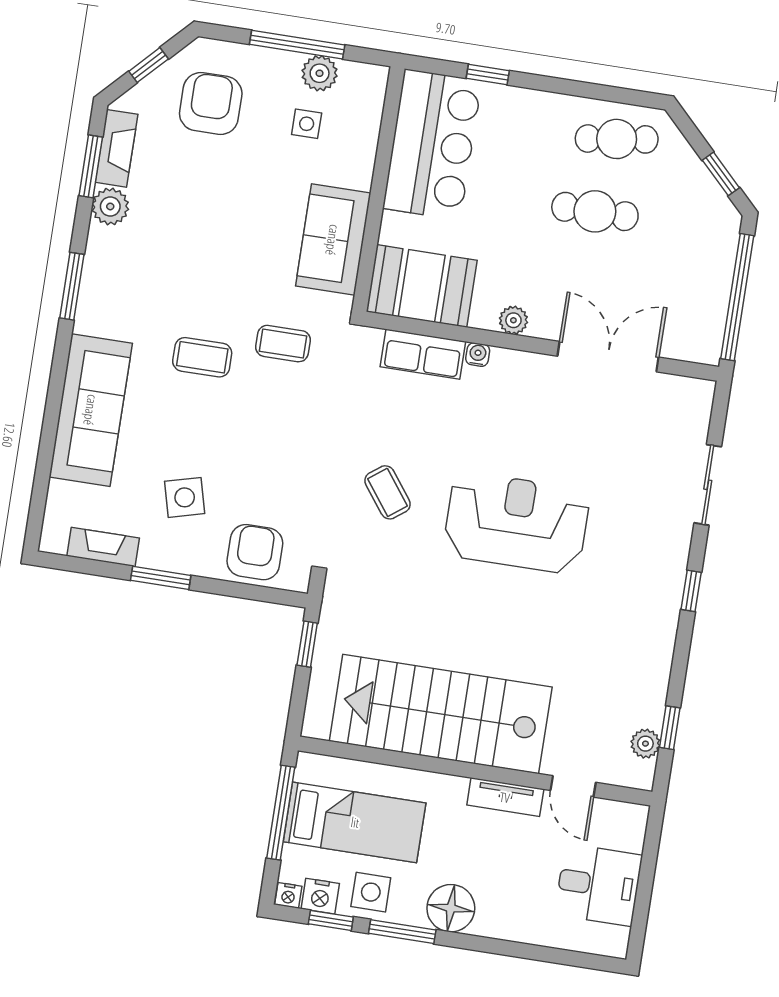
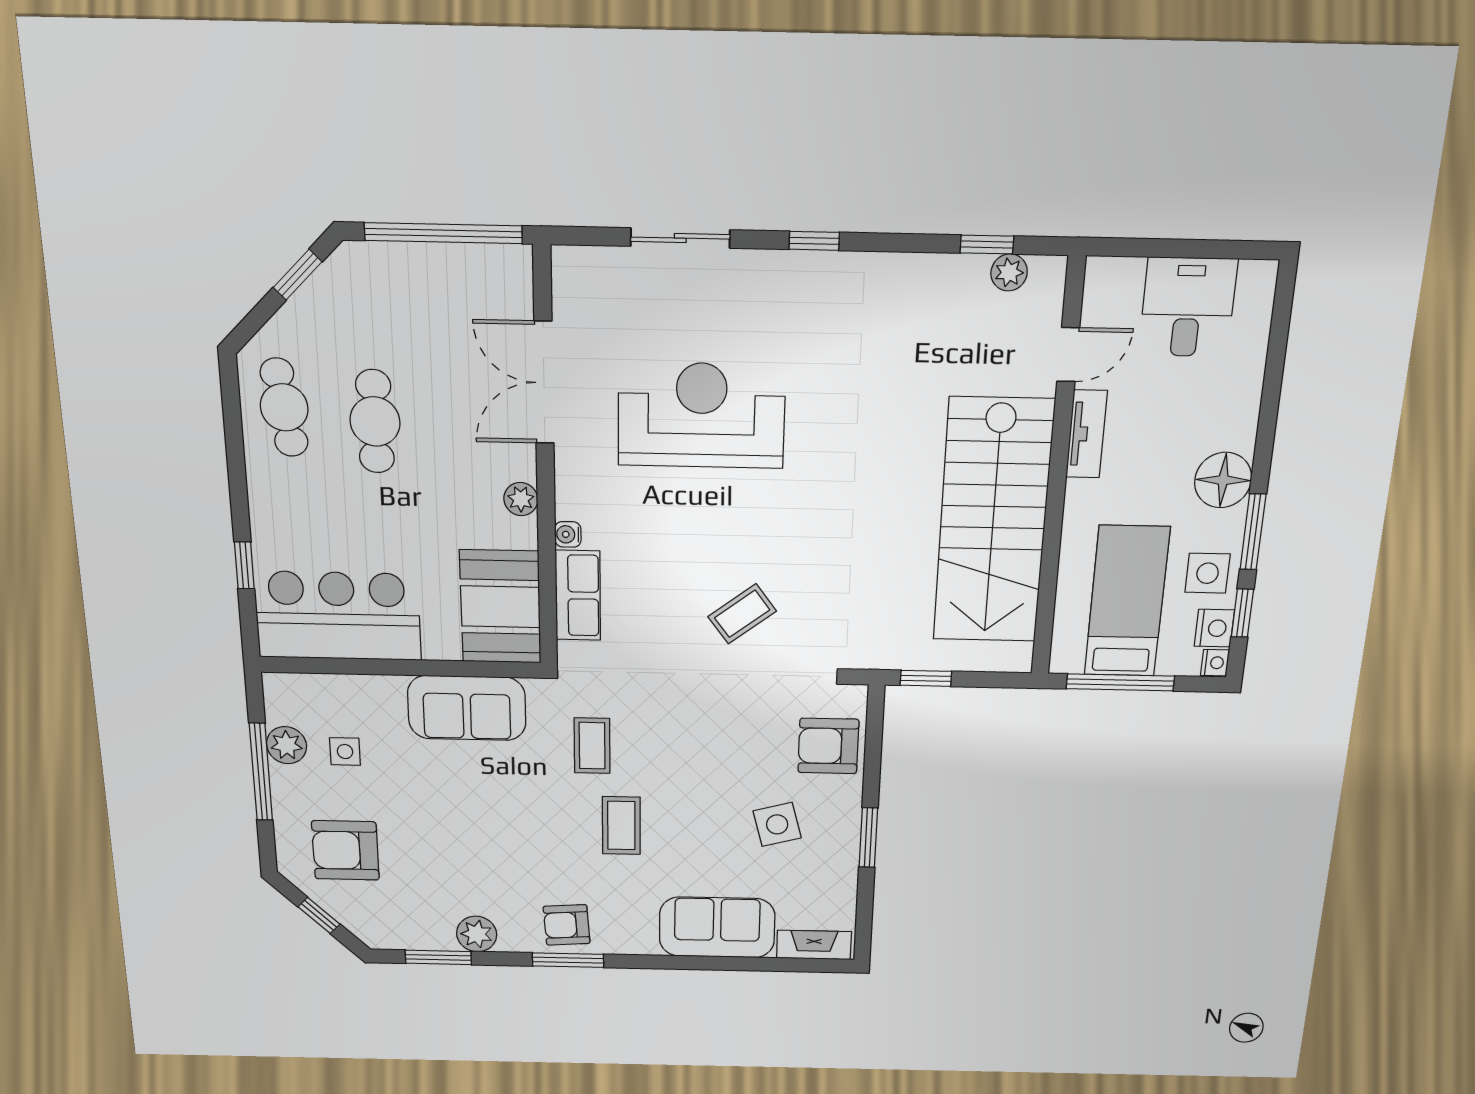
fireplace: (117, 148) -> (414, 935), removed
armchair: (109, 291) -> (567, 925), added
sofa: (91, 410) -> (717, 927), width x0.73
reception desk: (516, 523) -> (701, 415), moved, turned 90
fireplace: (103, 547) -> (814, 945), moved, turned 90

